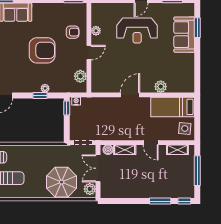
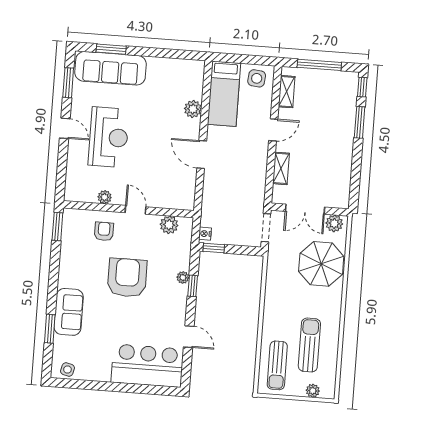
sofa: (184, 35) -> (111, 68), width x1.36
boiler: (108, 150) -> (279, 193), removed

